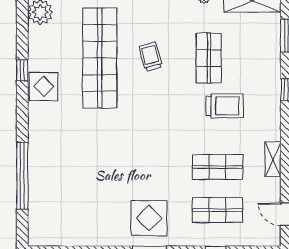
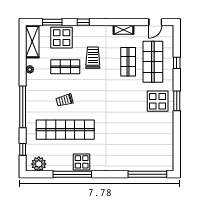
display table: (259, 52) -> (62, 38), added
window: (22, 70) -> (72, 174), width x3.17
window: (22, 176) -> (147, 174), moved
shop shelf: (217, 210) -> (153, 62), width x1.43, depth x1.36

